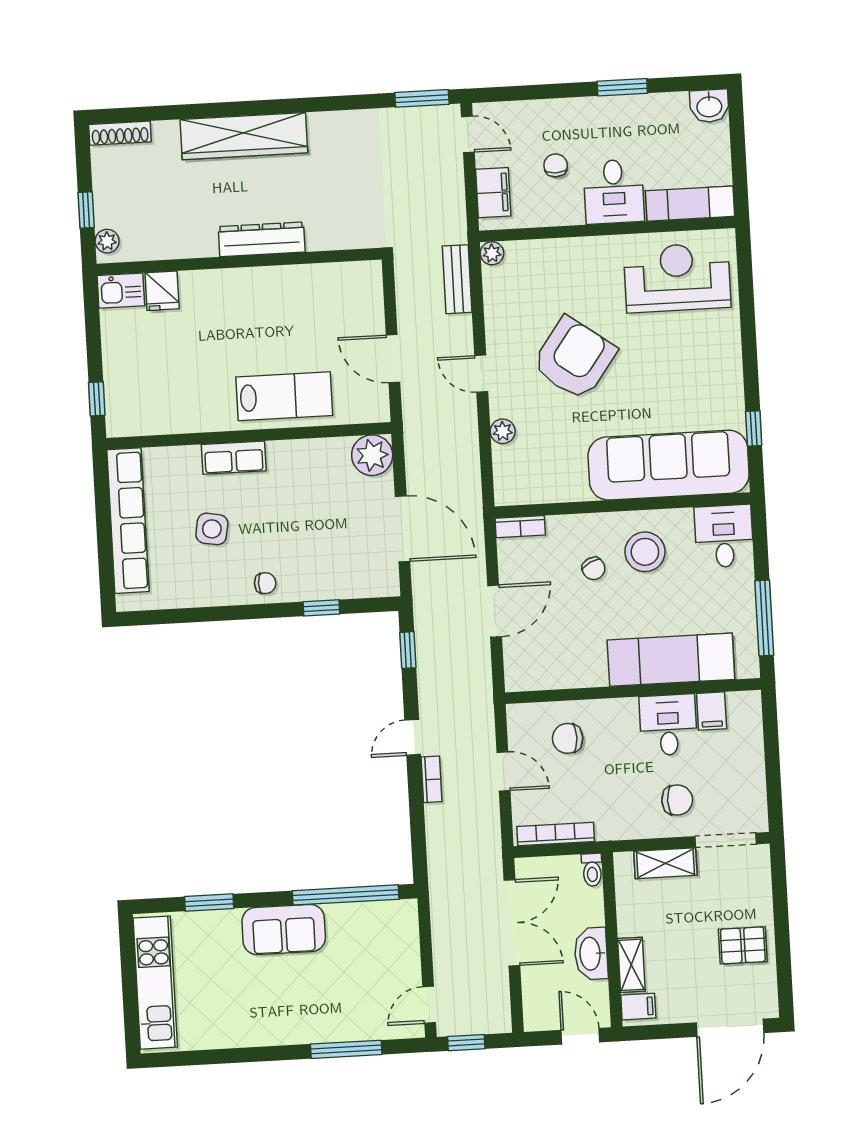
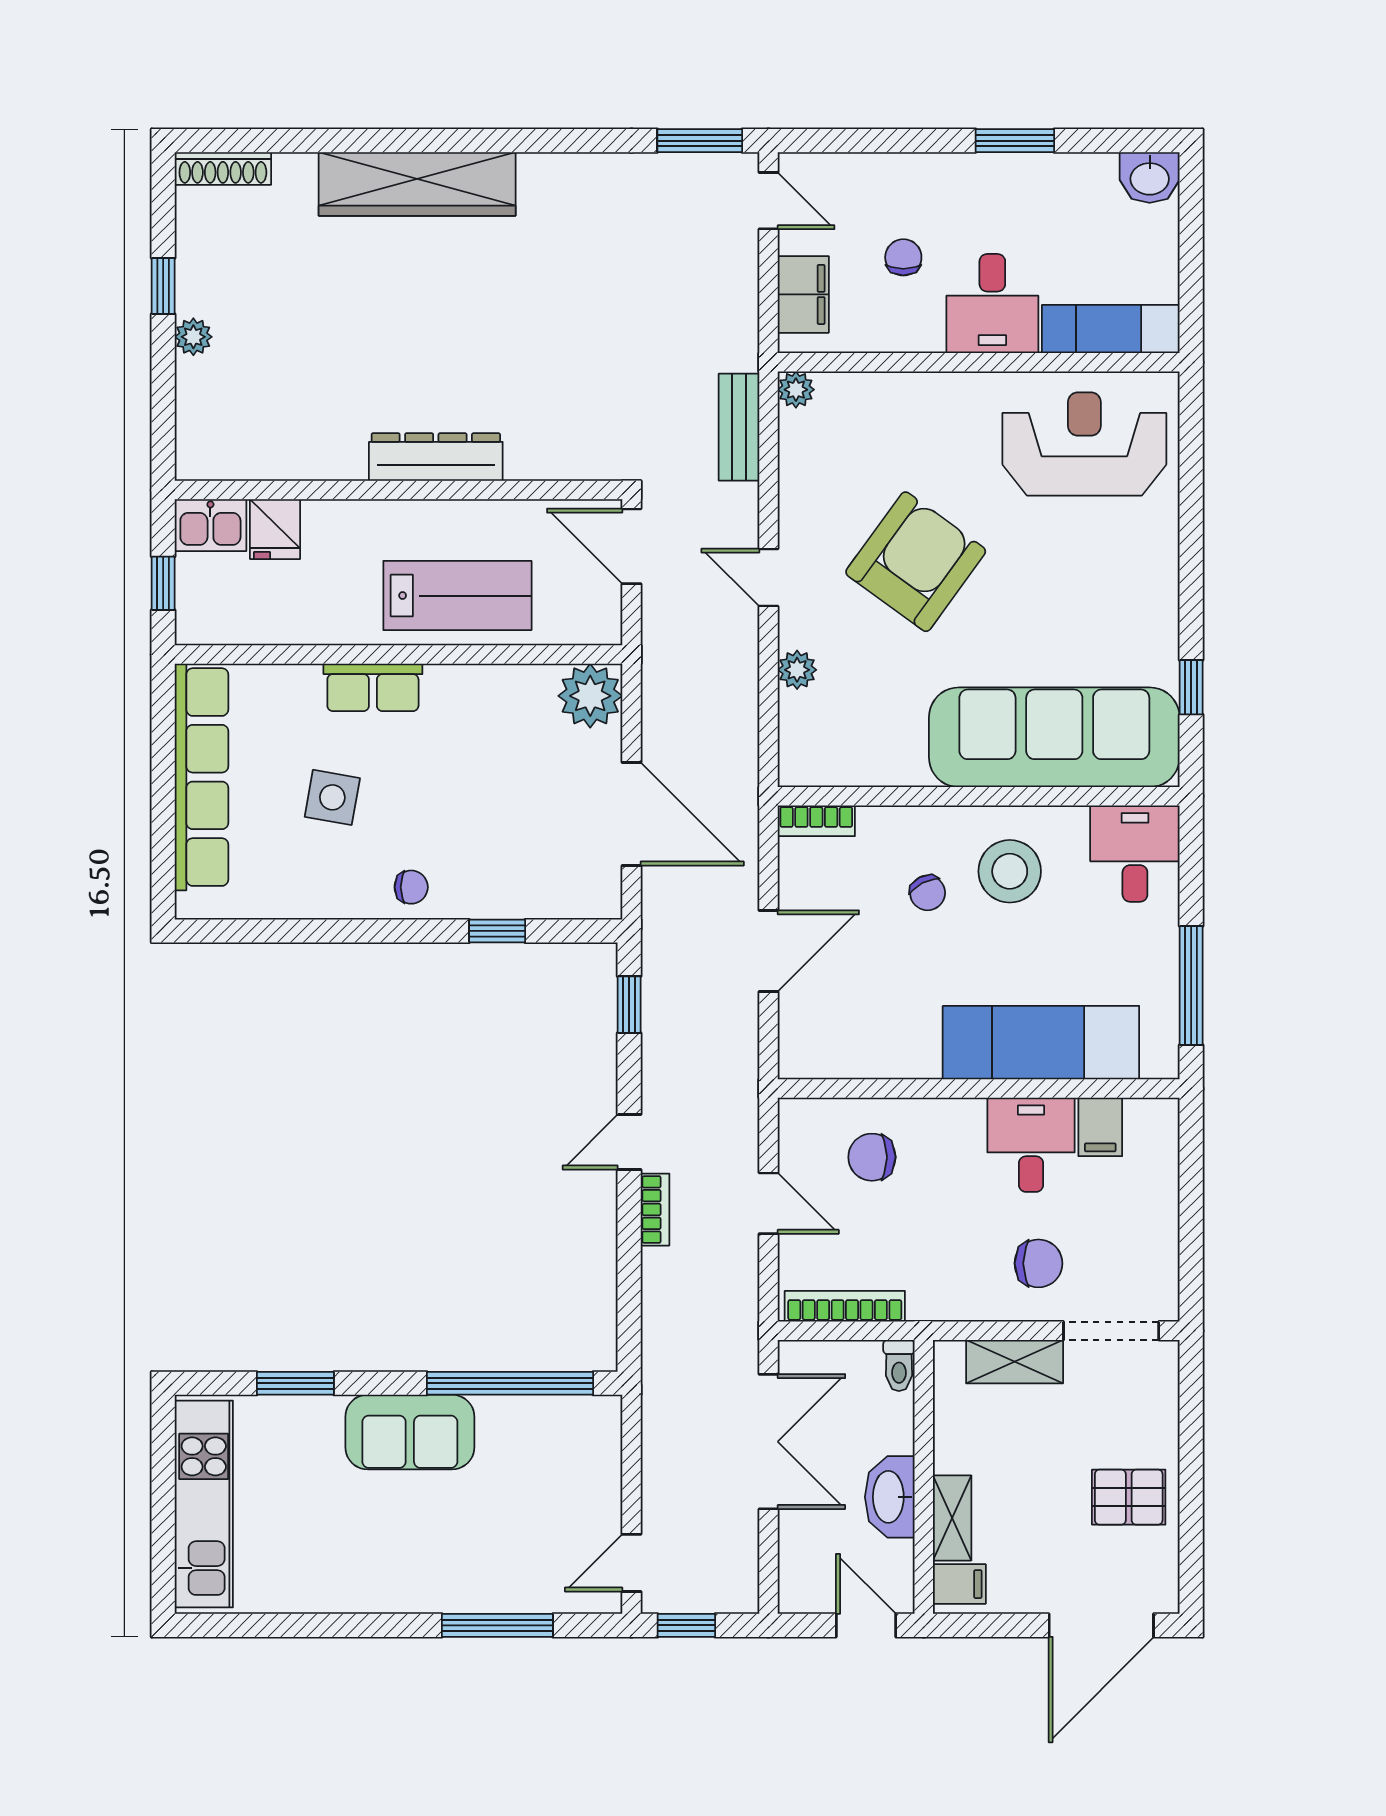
dresser: (262, 239) -> (436, 457), moved
wall: (239, 262) -> (398, 490), moved
kitchen sink: (121, 291) -> (210, 525), moved
fridge: (162, 291) -> (275, 529), moved

